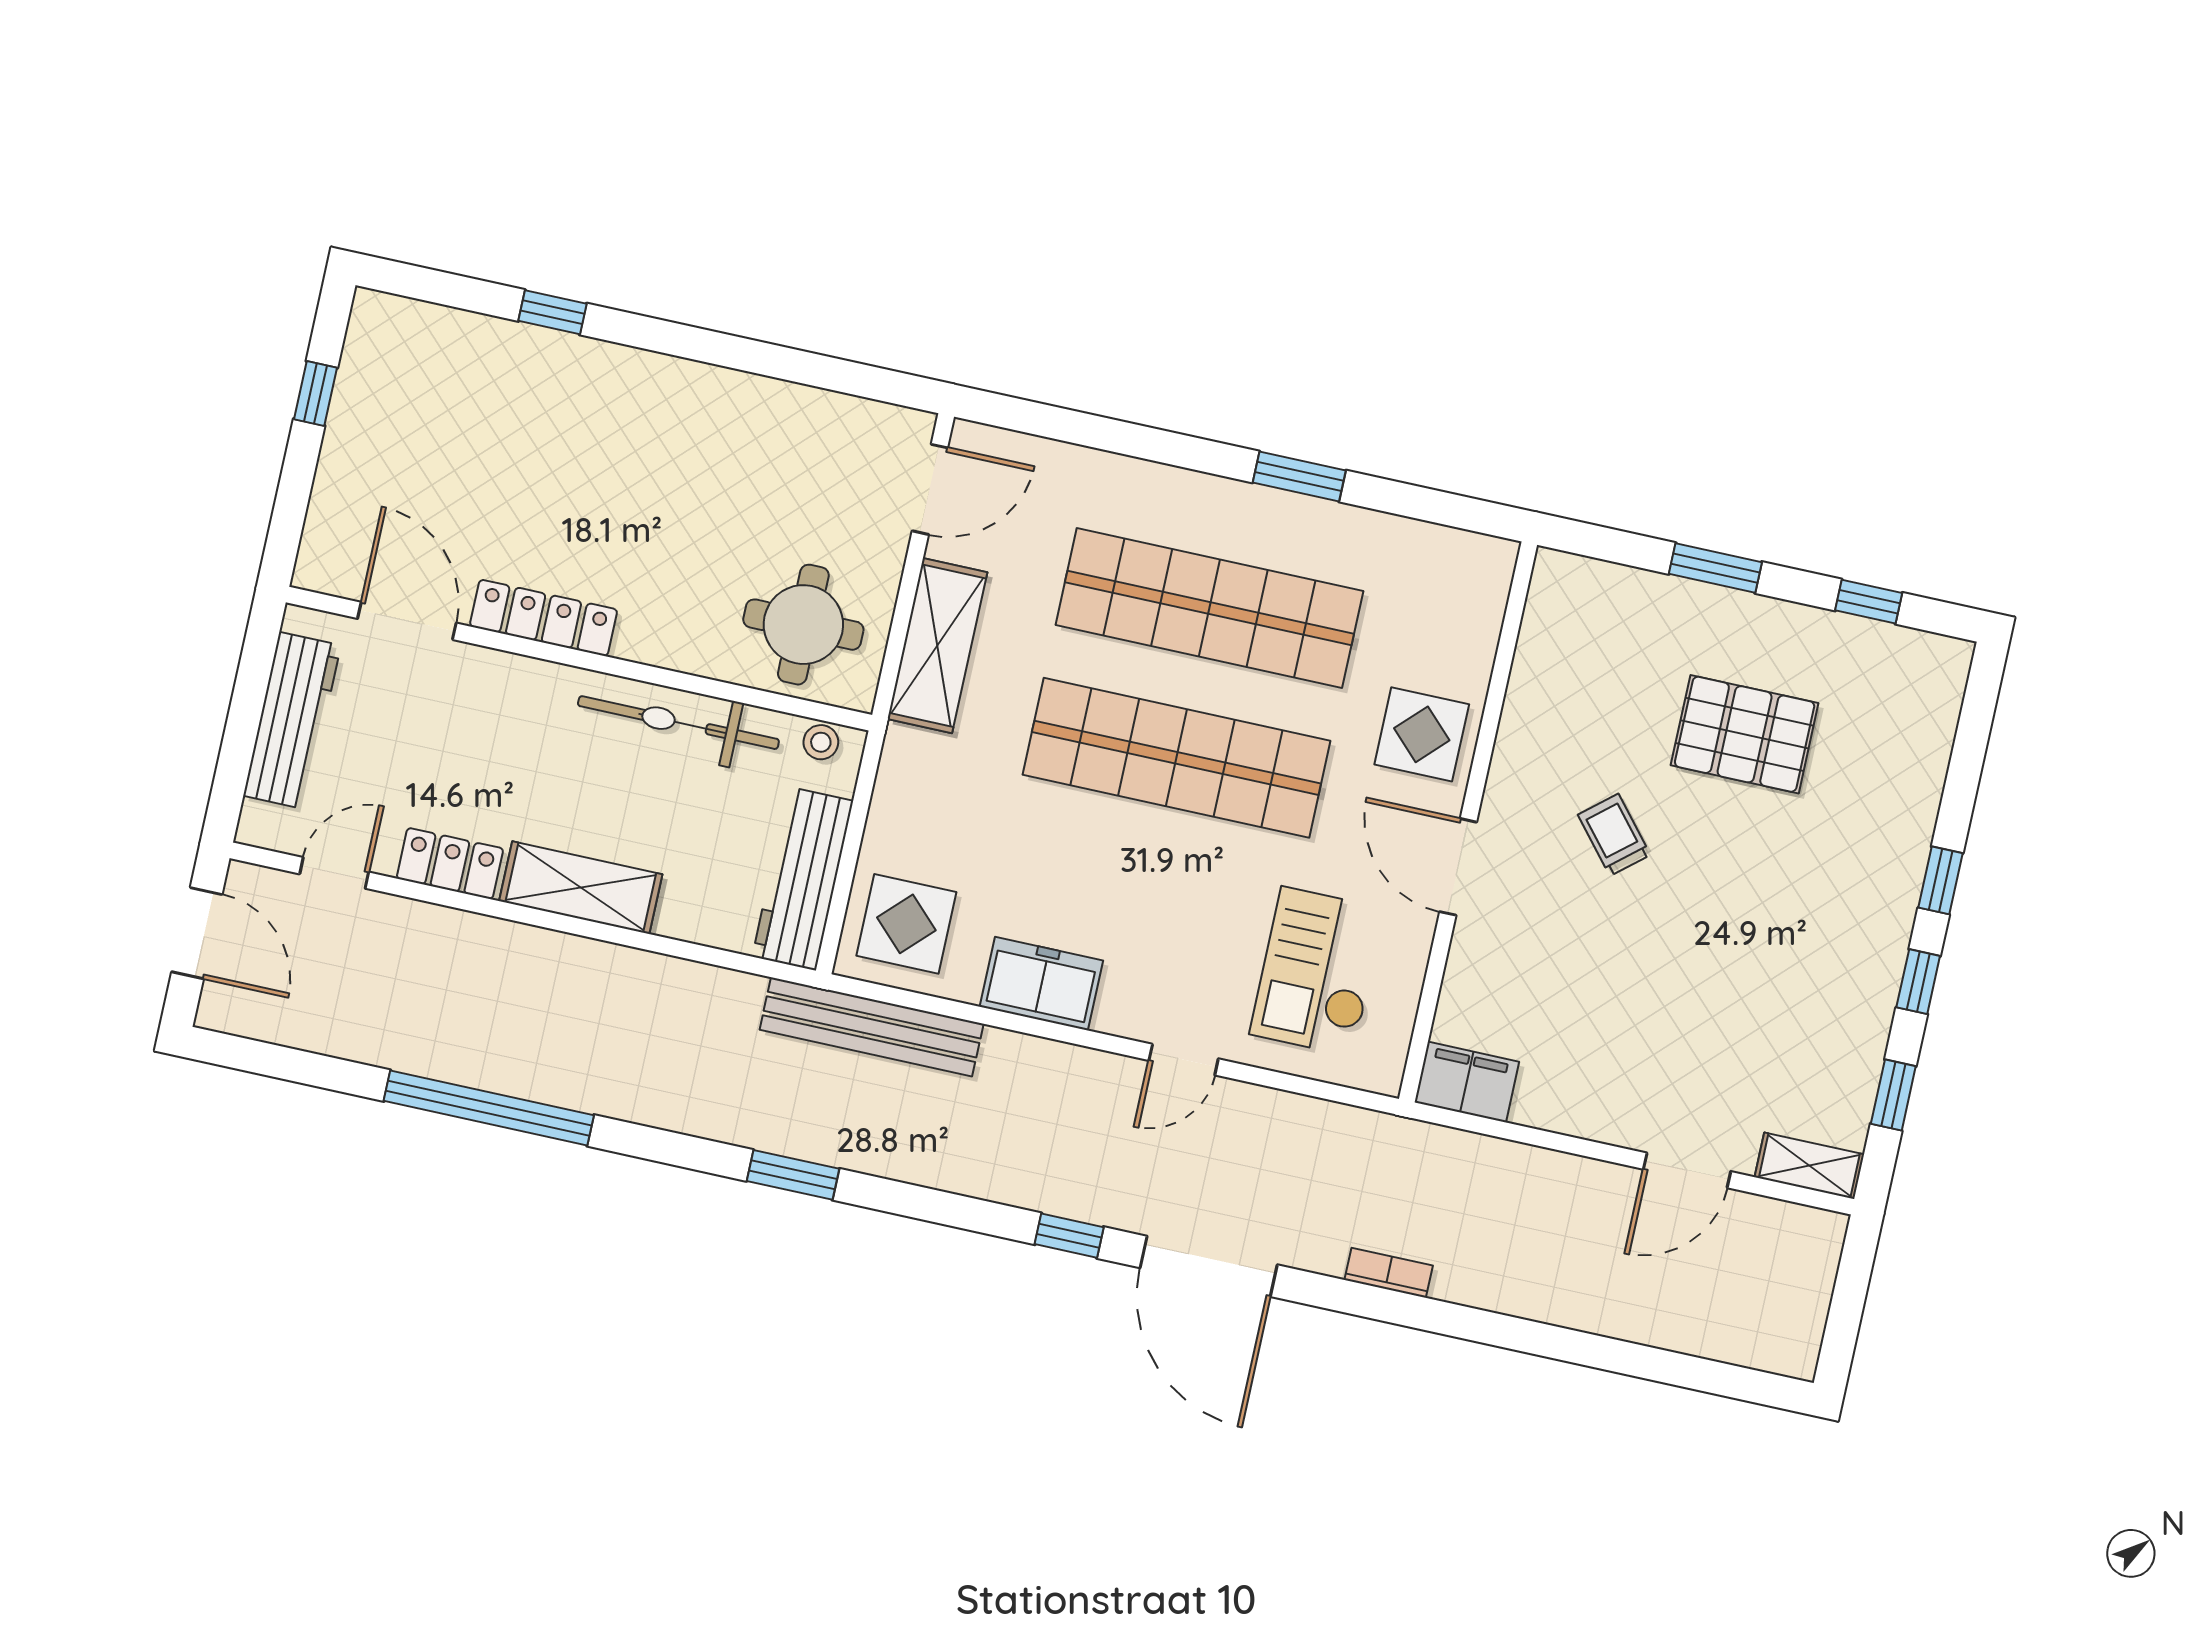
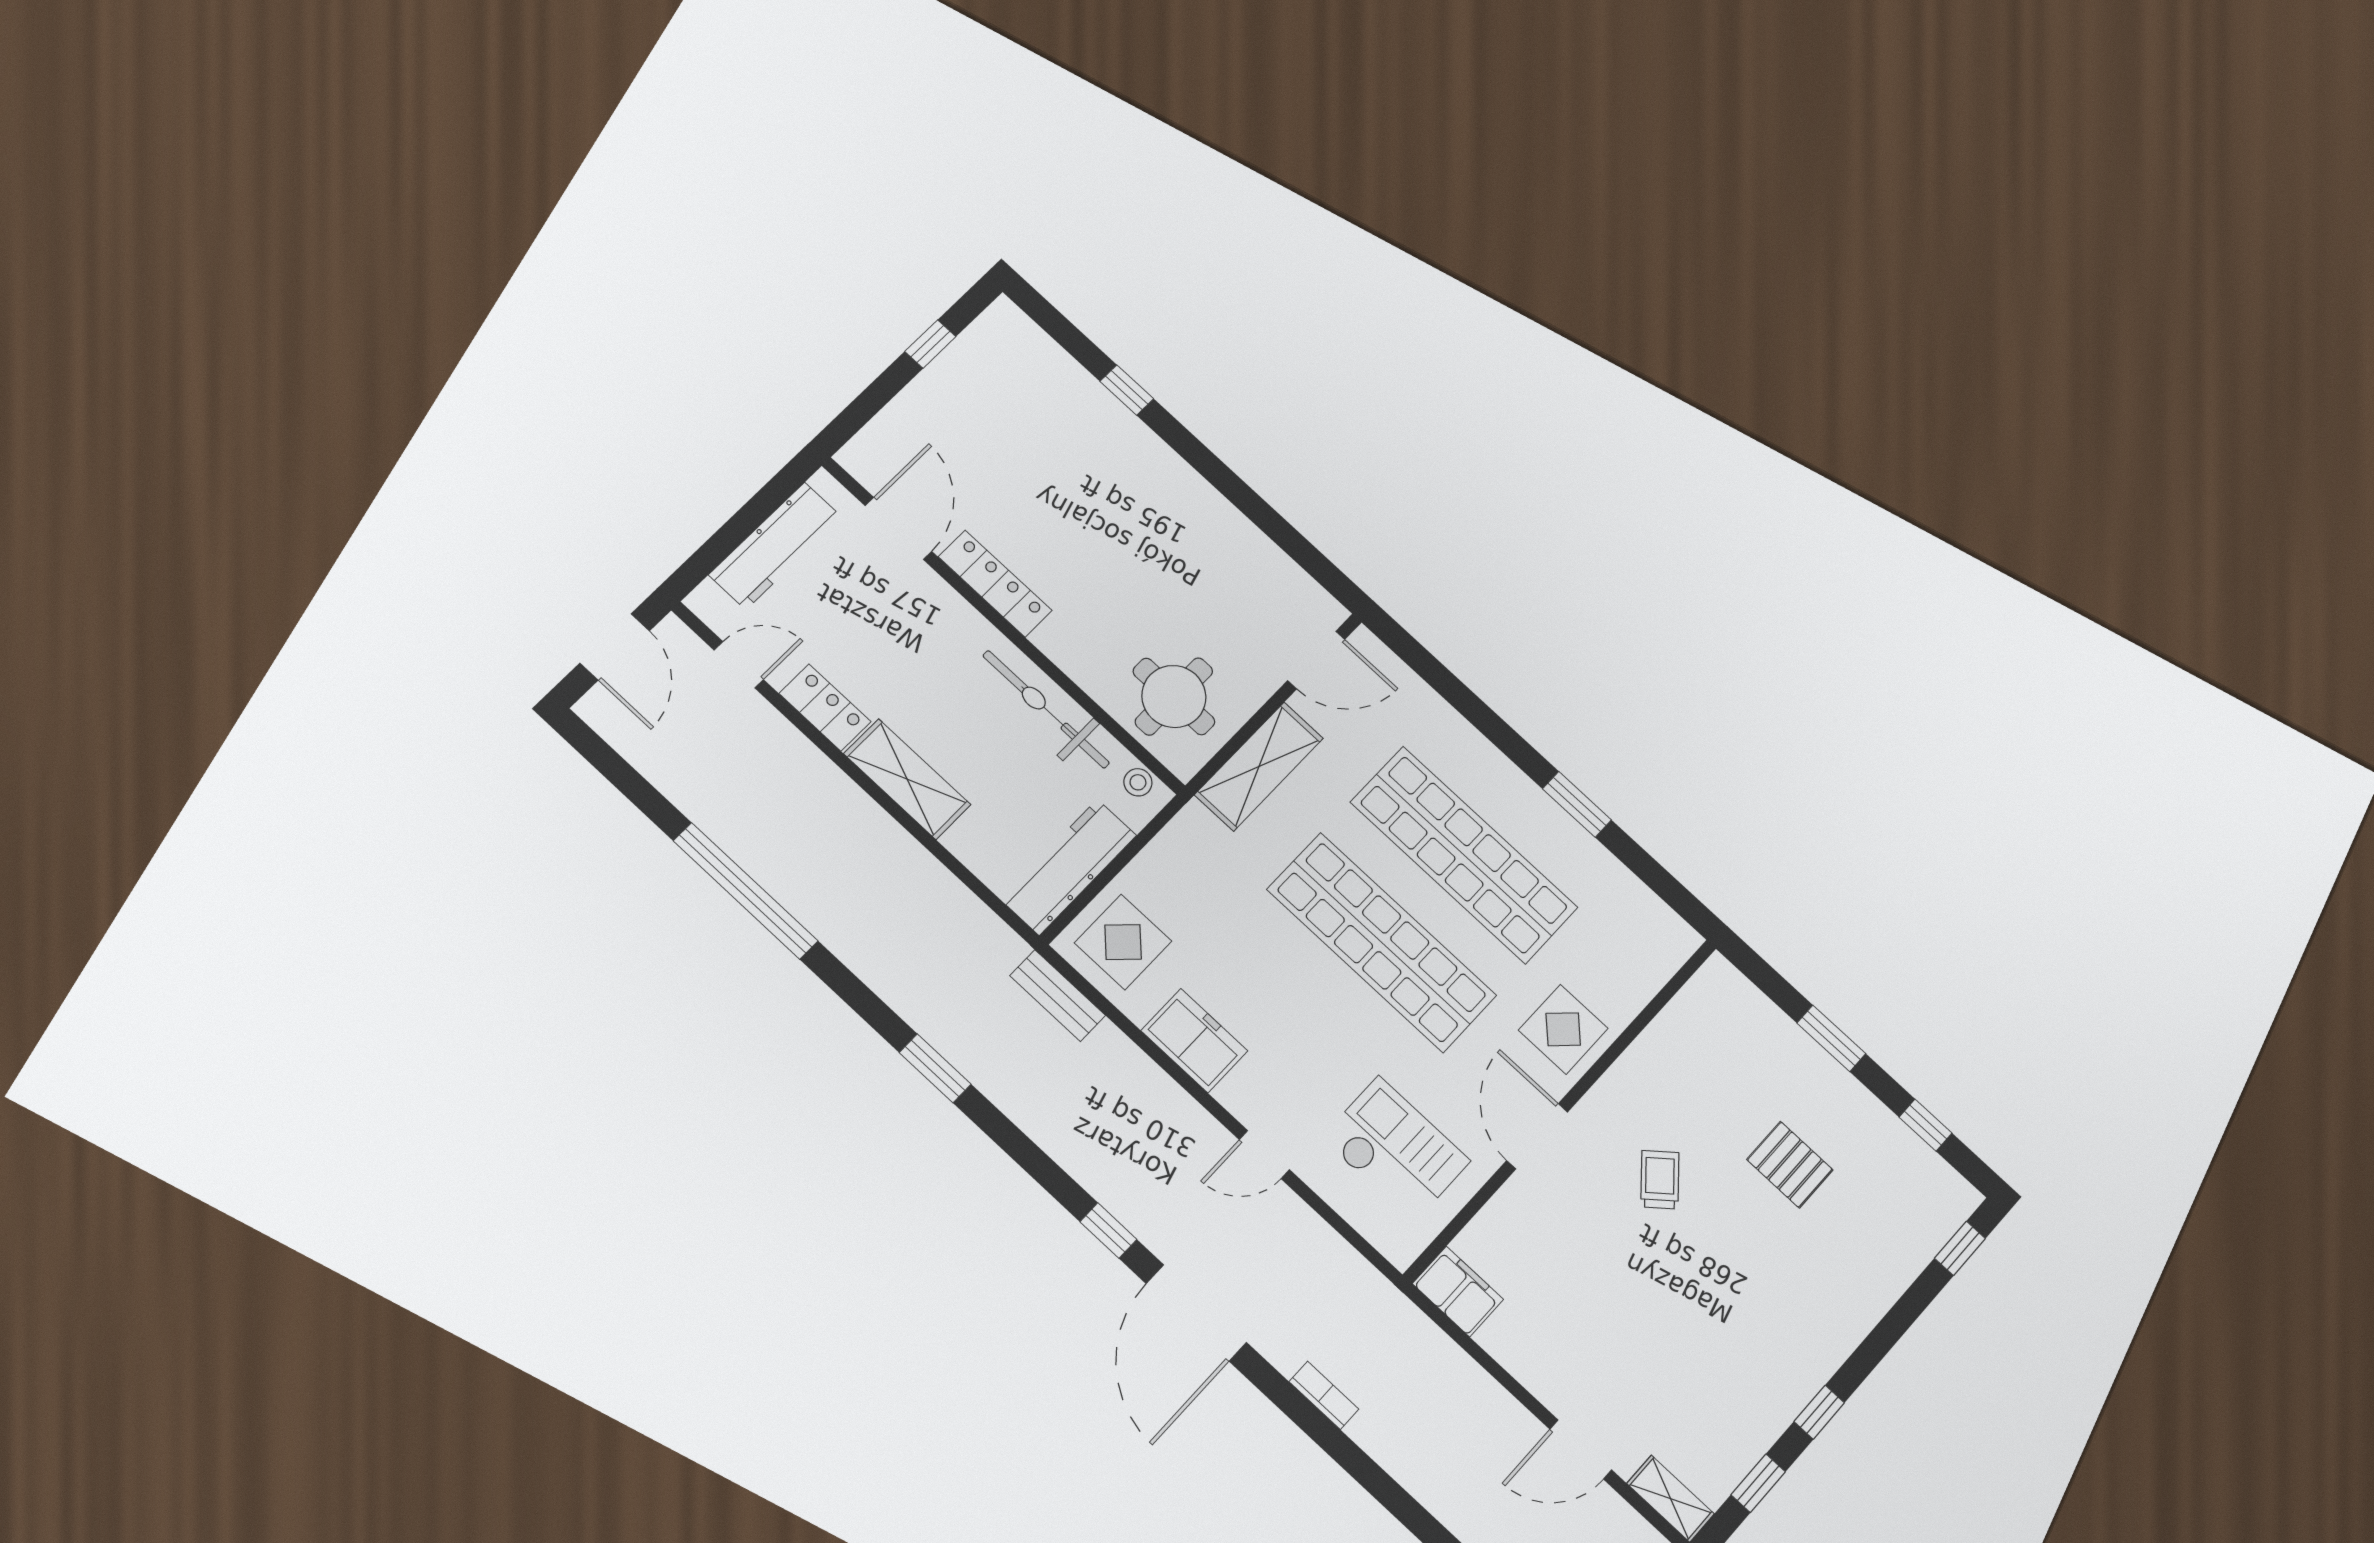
pallet: (1745, 734) -> (1790, 1165), width x0.67, depth x0.71
window: (1940, 880) -> (1960, 1248), moved
checkout: (1317, 971) -> (1396, 1150), turned 90
bench: (872, 1027) -> (1058, 996), width x0.54, depth x0.82

